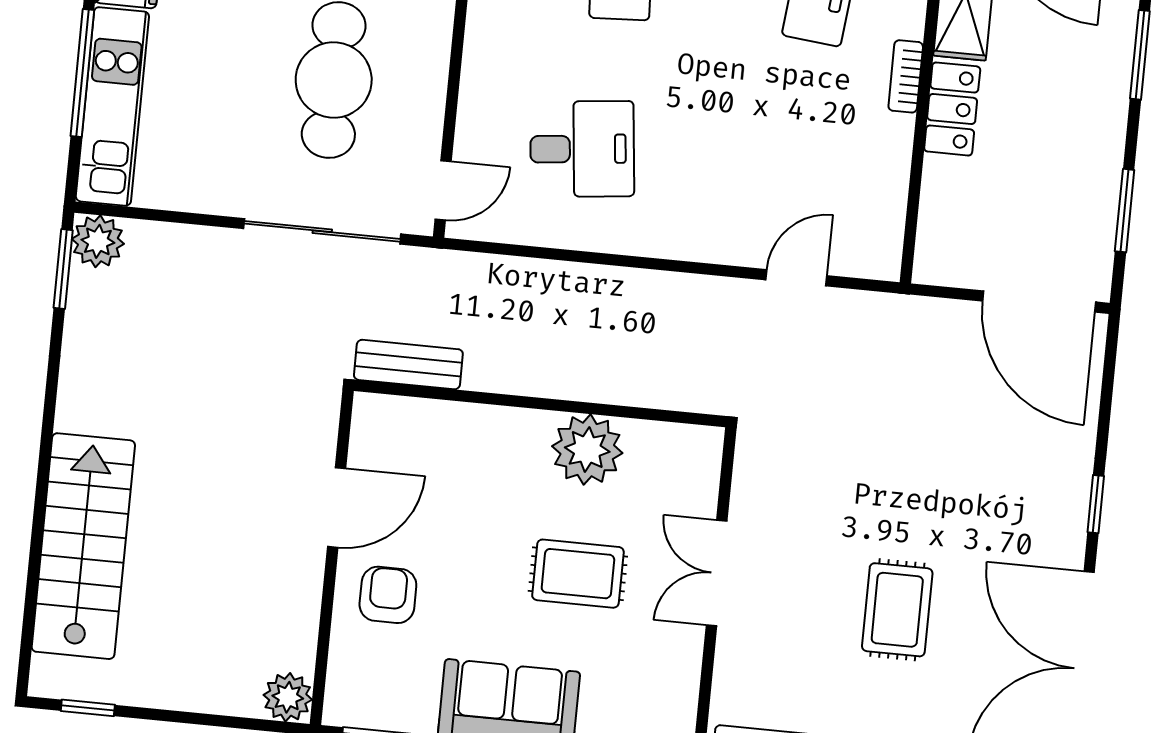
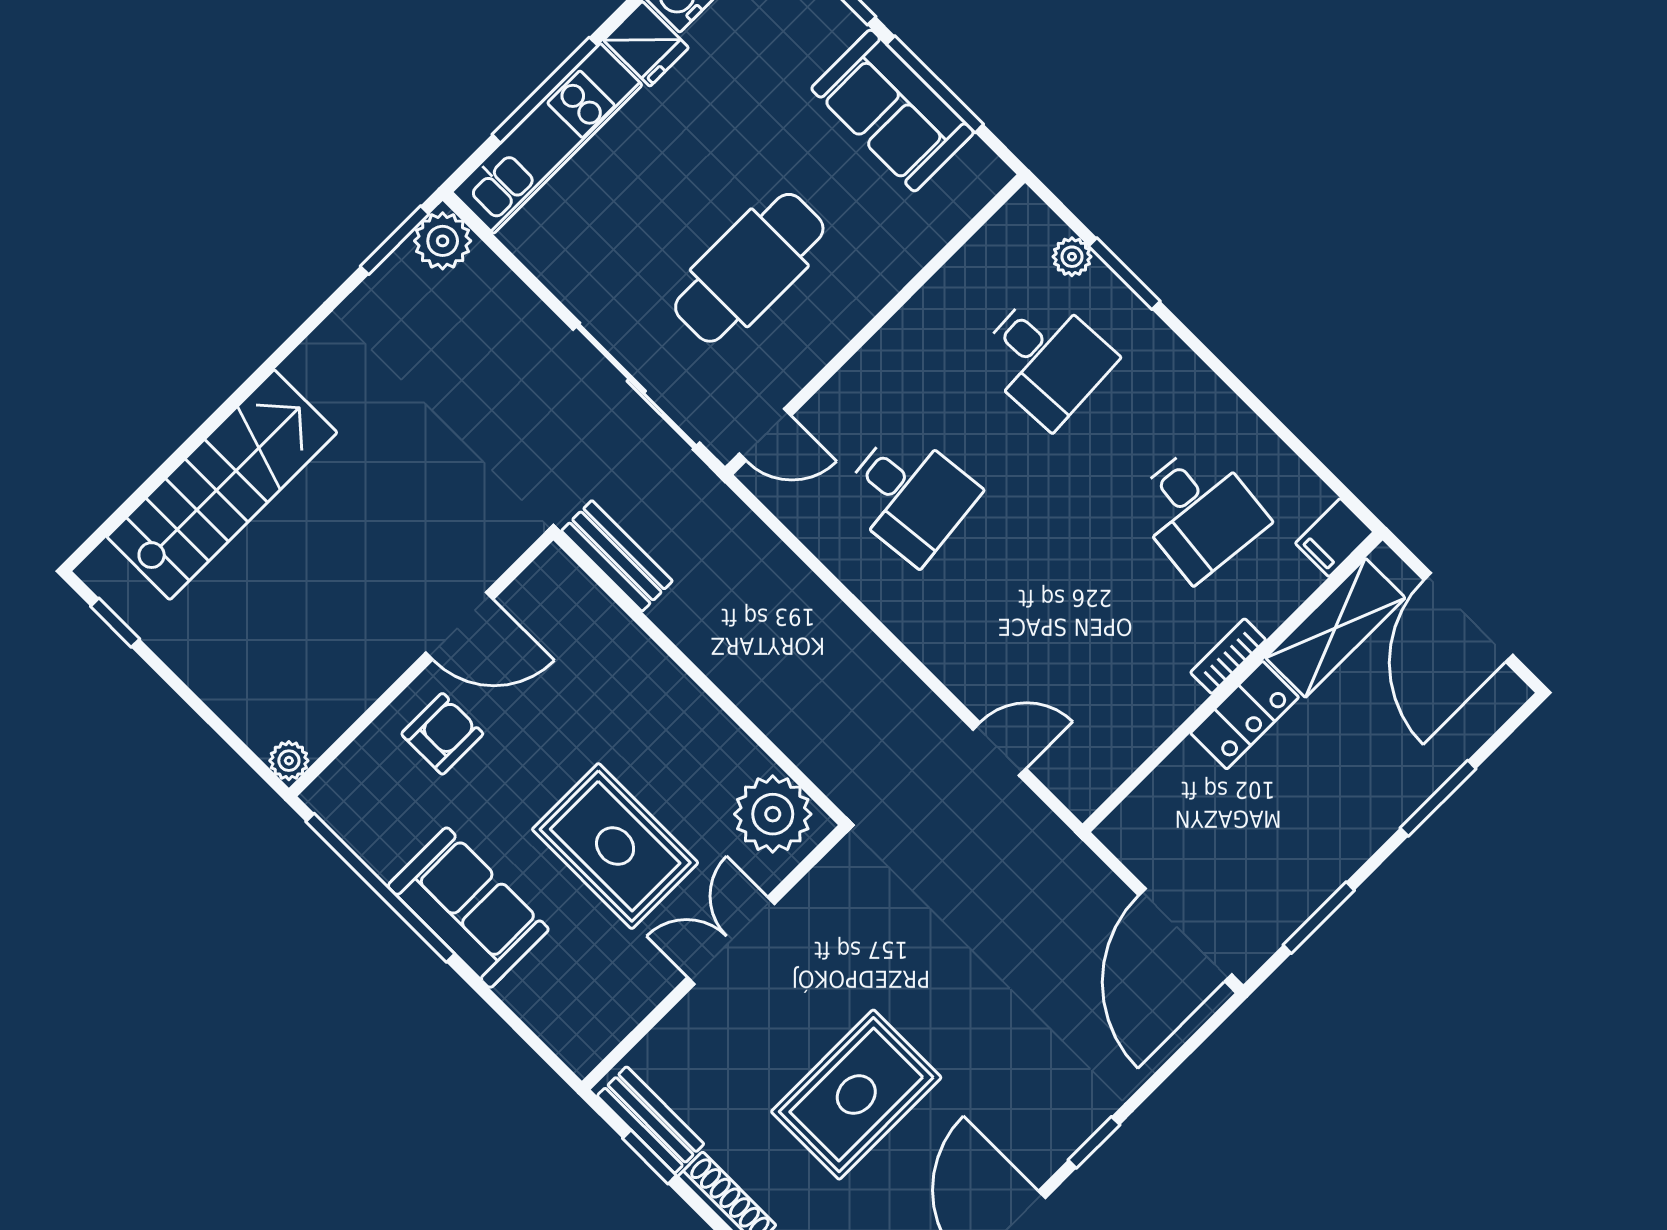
plant: (587, 450) -> (773, 814), moved
rug: (578, 574) -> (615, 846), width x1.36, depth x1.43
rug: (897, 610) -> (856, 1095), width x1.36, depth x1.43
plant: (288, 697) -> (289, 761), width x0.73, depth x0.73

